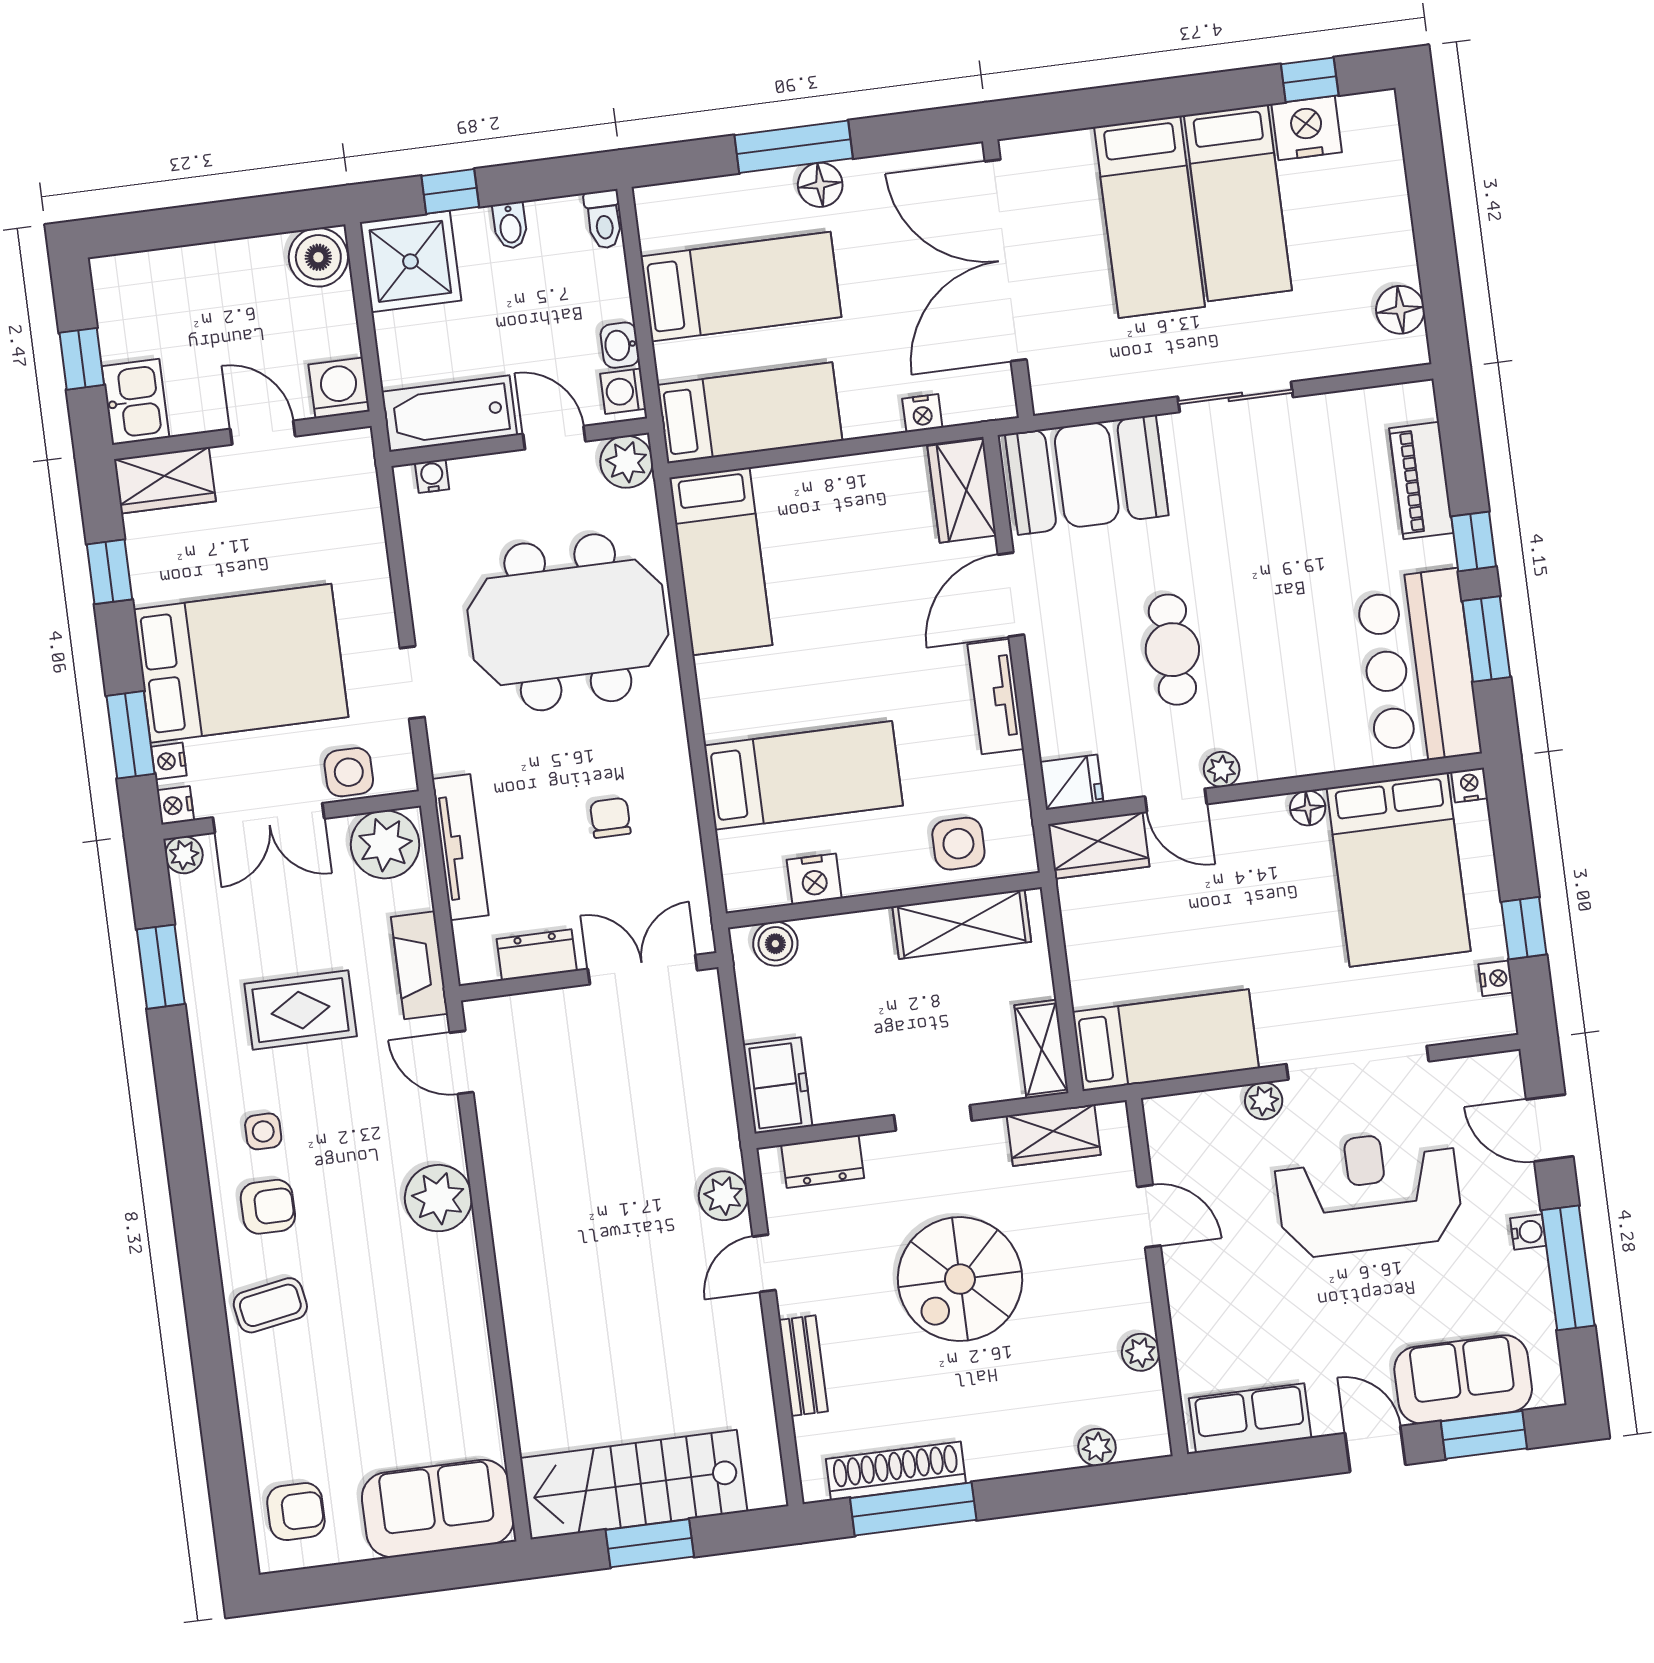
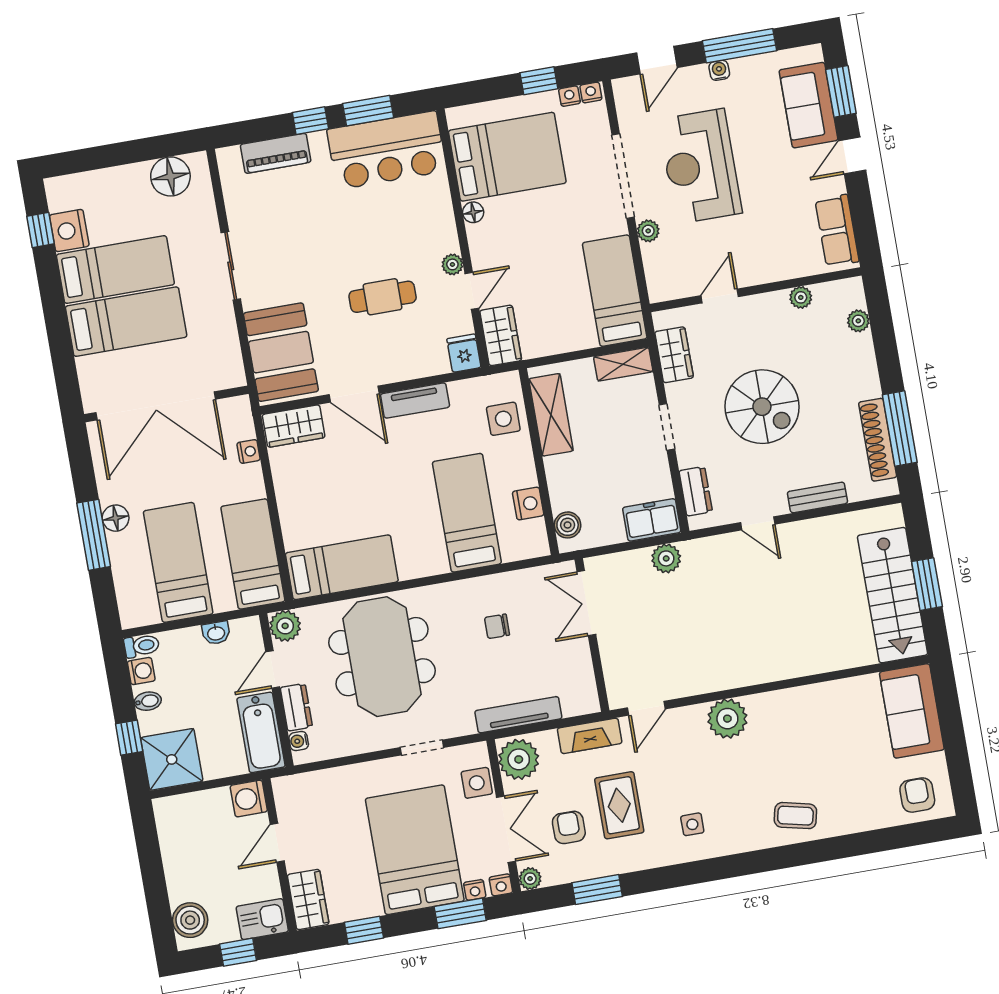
boiler: (318, 257) -> (190, 920), moved
floor lamp: (1400, 310) -> (170, 176), width x1.38, depth x1.38
washing machine: (623, 391) -> (141, 671), moved, turned -90
nightstand: (1470, 785) -> (591, 93), moved, turned 90
dresser: (537, 955) -> (296, 707), moved, turned 180
plant: (723, 1196) -> (666, 558), moved
armchair: (268, 1207) -> (569, 827), moved
coffee table: (270, 1305) -> (795, 816), turned -67

